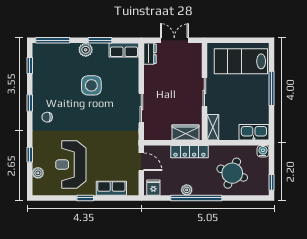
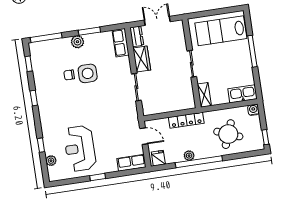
row of seats: (124, 50) -> (121, 43), moved, turned 90
chair: (47, 117) -> (69, 75), moved
wardrobe: (186, 132) -> (142, 59), moved, turned 90
row of seats: (111, 188) -> (131, 163), moved

